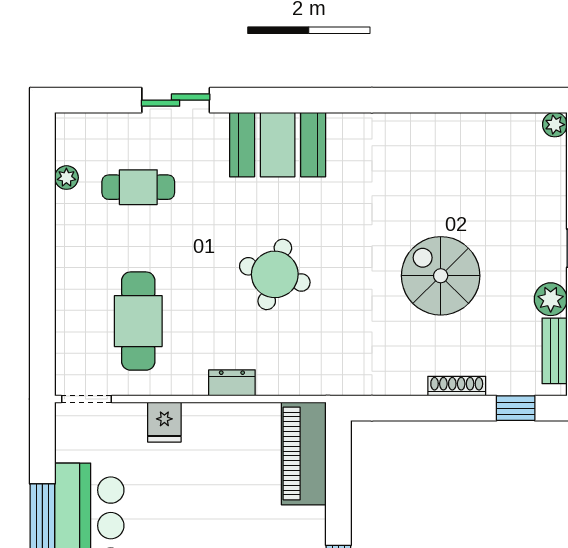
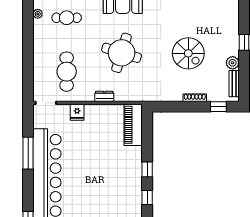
round table: (275, 274) -> (122, 53), width x1.36, depth x1.36
spiral stairs: (441, 276) -> (188, 53), turned 180

